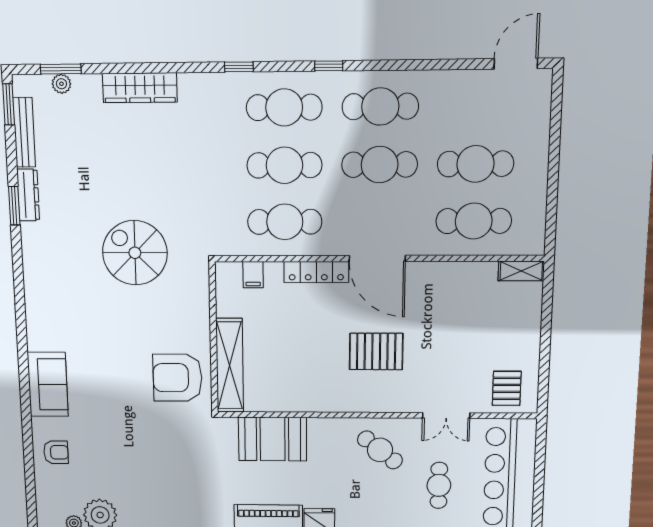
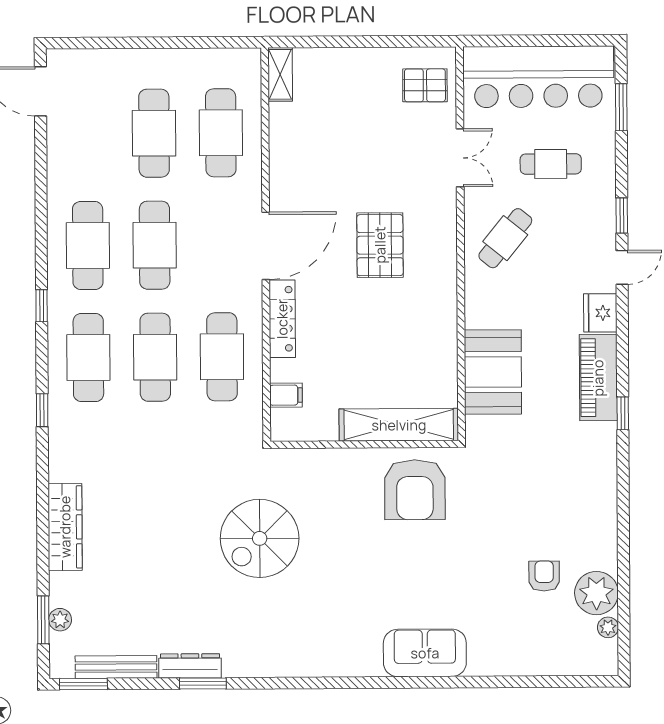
armchair: (56, 452) -> (544, 576), moved

